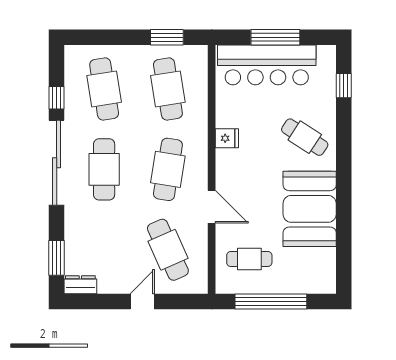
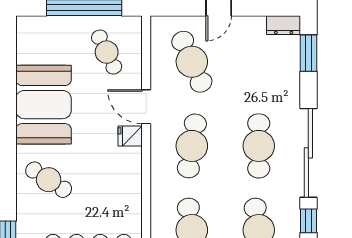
fridge: (227, 138) -> (130, 136), moved
cafe table: (249, 259) -> (107, 52), turned 64

